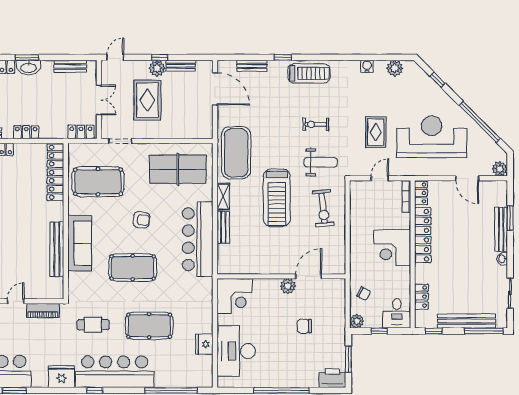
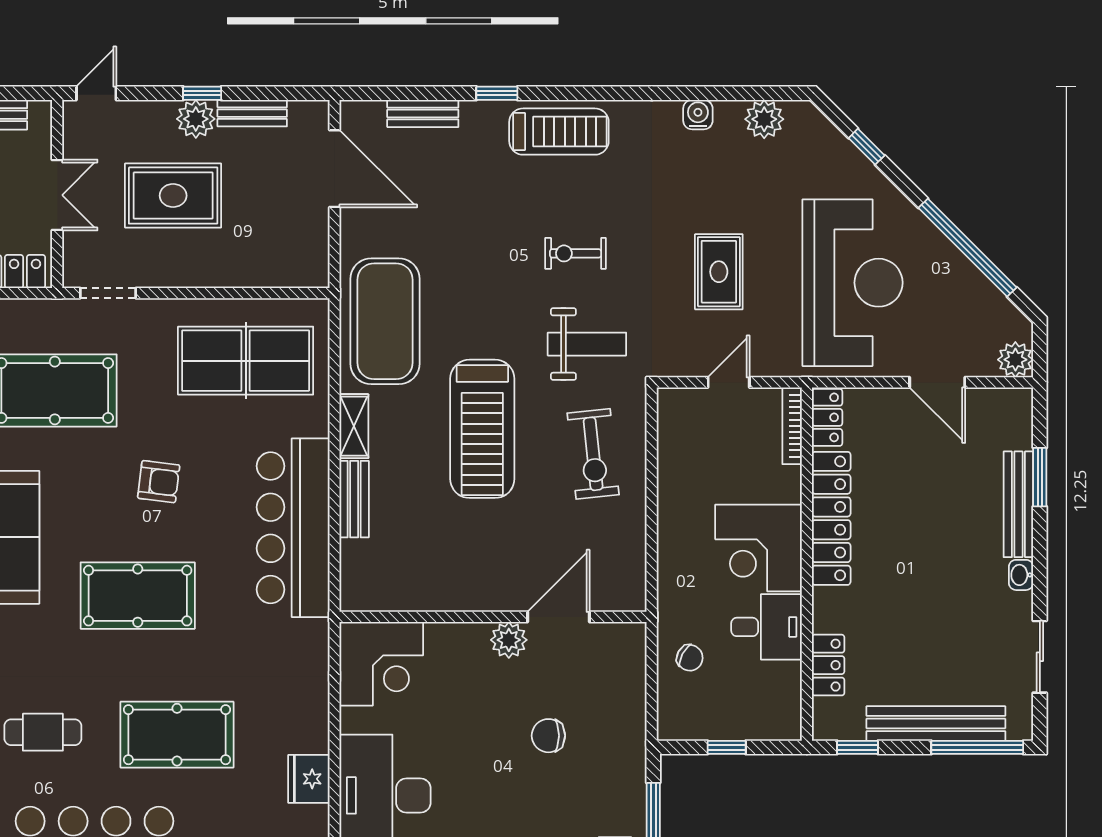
rug: (147, 100) -> (173, 196), turned 90
reception desk: (432, 137) -> (852, 283), turned 90
desk: (397, 313) -> (767, 627), moved, turned -90
plant: (357, 321) -> (674, 724), removed

